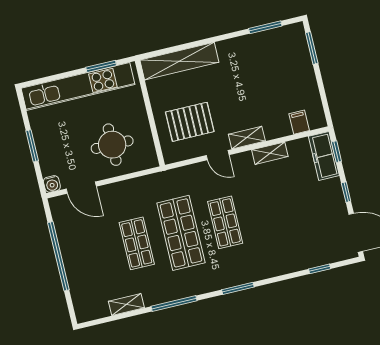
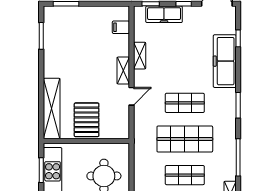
pallet: (190, 122) -> (87, 120), moved
freezer: (324, 156) -> (164, 14), moved
freezer: (288, 259) -> (225, 61), added

